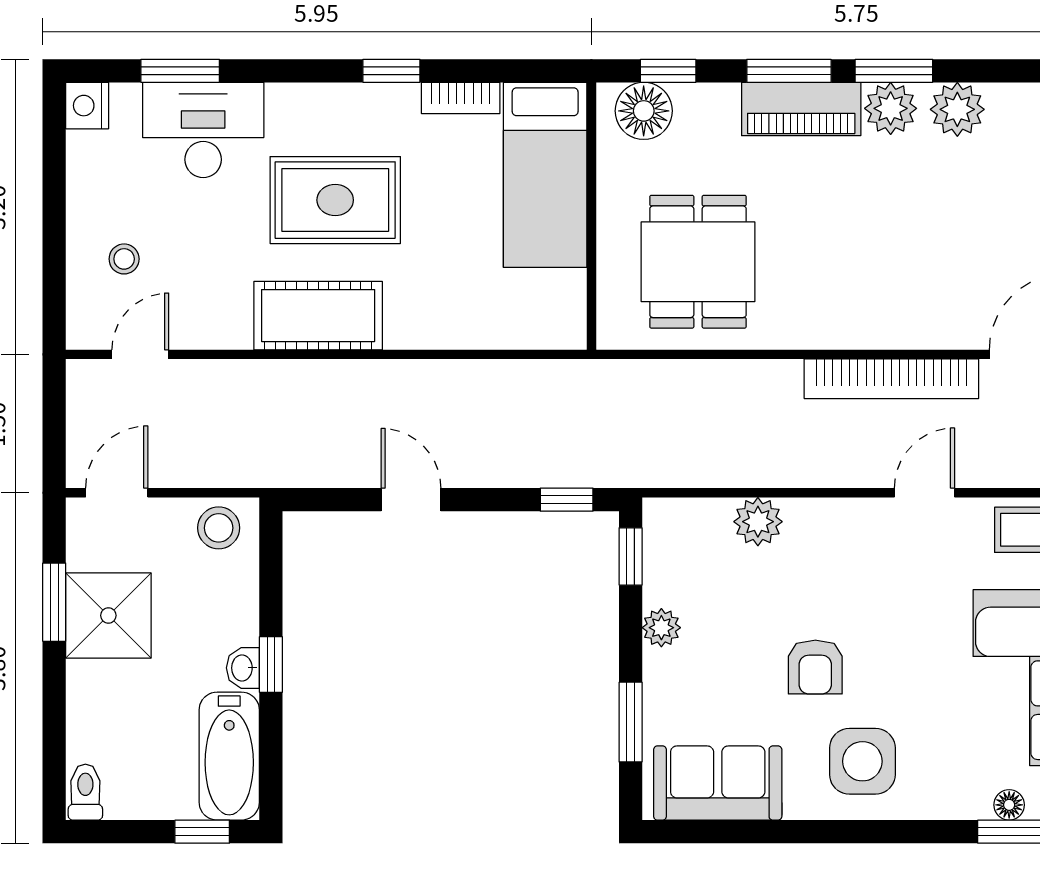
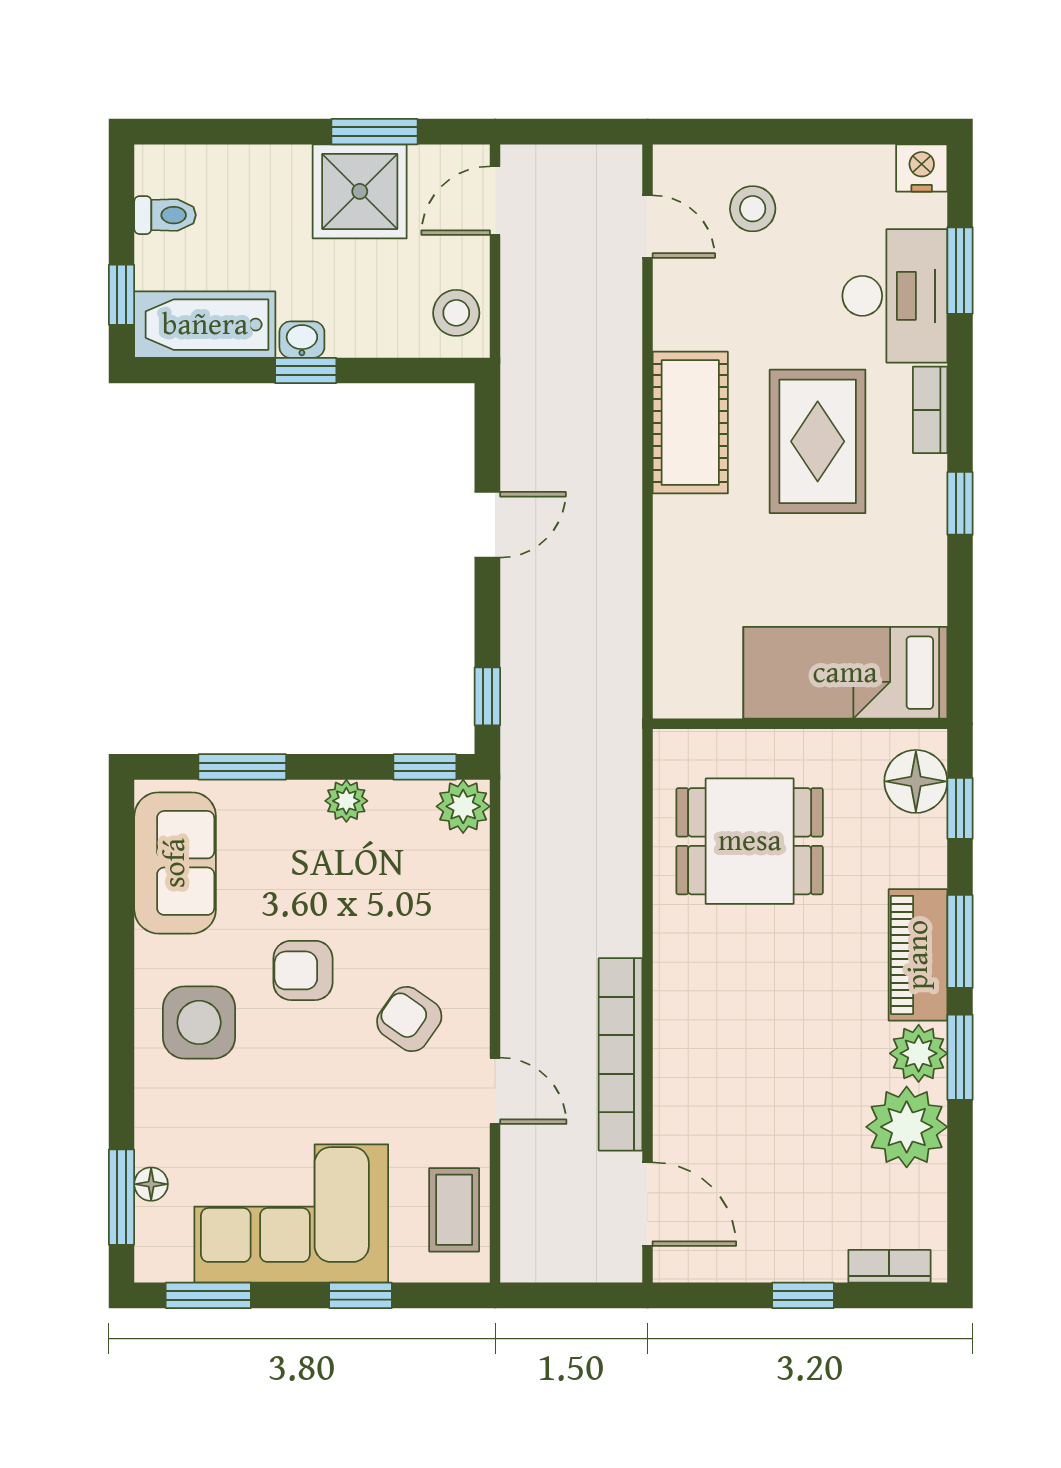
bookcase: (461, 98) -> (930, 410), moved
plant: (957, 109) -> (907, 1127), width x1.36, depth x1.36
stool: (124, 259) -> (753, 209), width x1.37, depth x1.37
door: (117, 493) -> (495, 201), swing flipped
plant: (758, 522) -> (463, 806), moved
armchair: (859, 571) -> (409, 1019), added
toilet: (85, 792) -> (165, 215), moved

